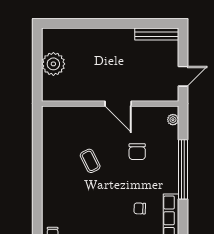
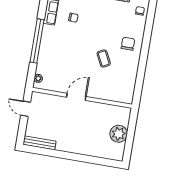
door: (183, 76) -> (26, 109), hinge flipped
door: (118, 104) -> (76, 97), hinge flipped
chair: (137, 152) -> (128, 44), moved

